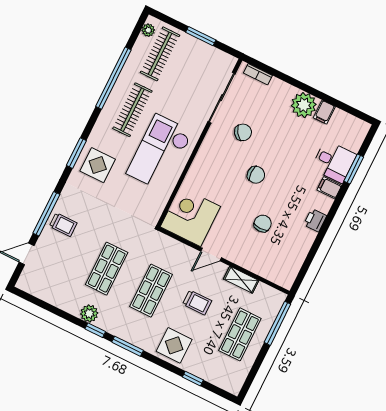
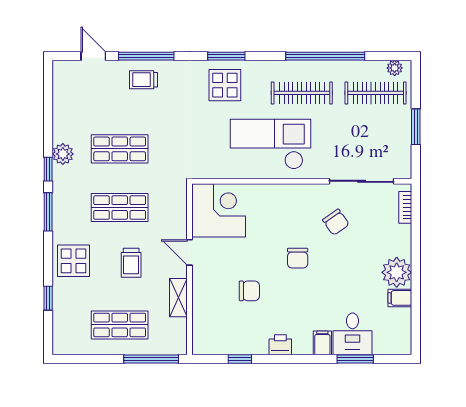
trolley: (63, 225) -> (144, 80), turned 90
window: (311, 256) -> (240, 359), added

